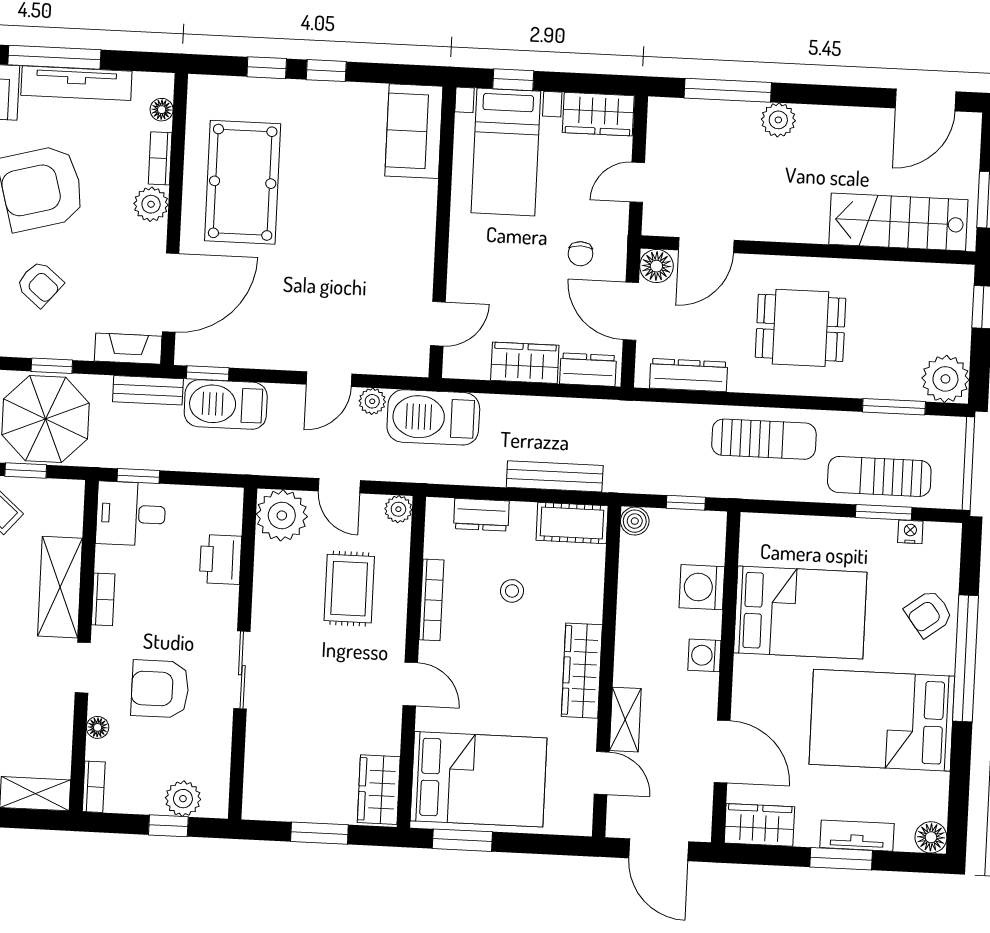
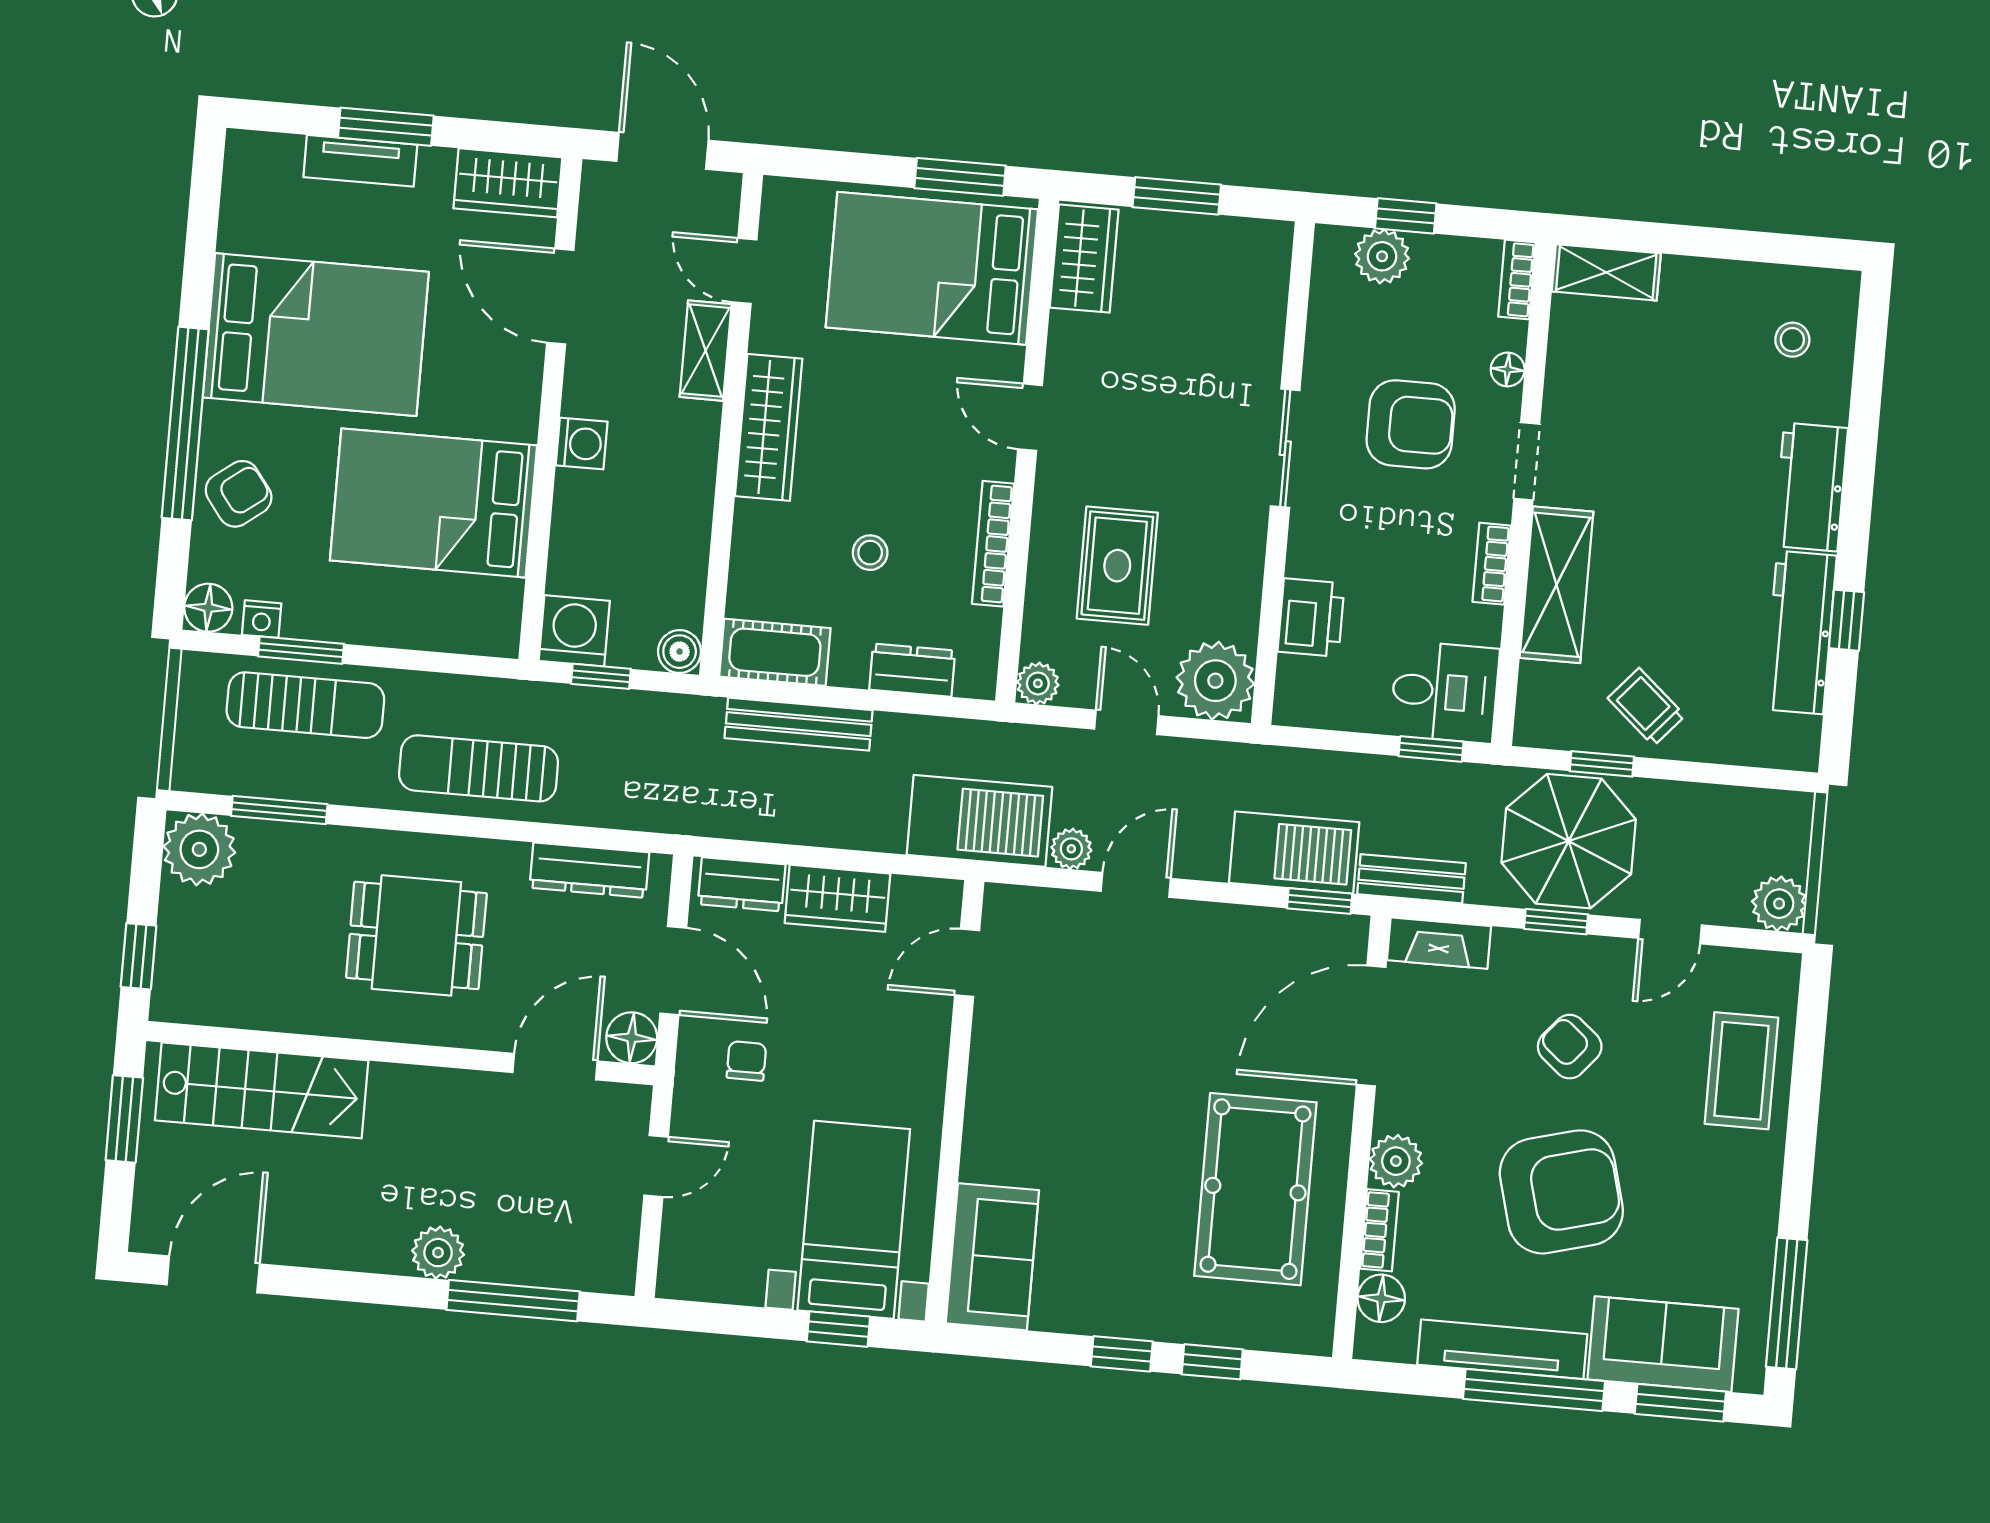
floor lamp: (162, 110) -> (1381, 1298), width x1.37, depth x1.37
wardrobe: (598, 114) -> (711, 1272), removed
washing machine: (702, 587) -> (574, 631), moved, turned -90
floor lamp: (931, 837) -> (208, 608), moved

